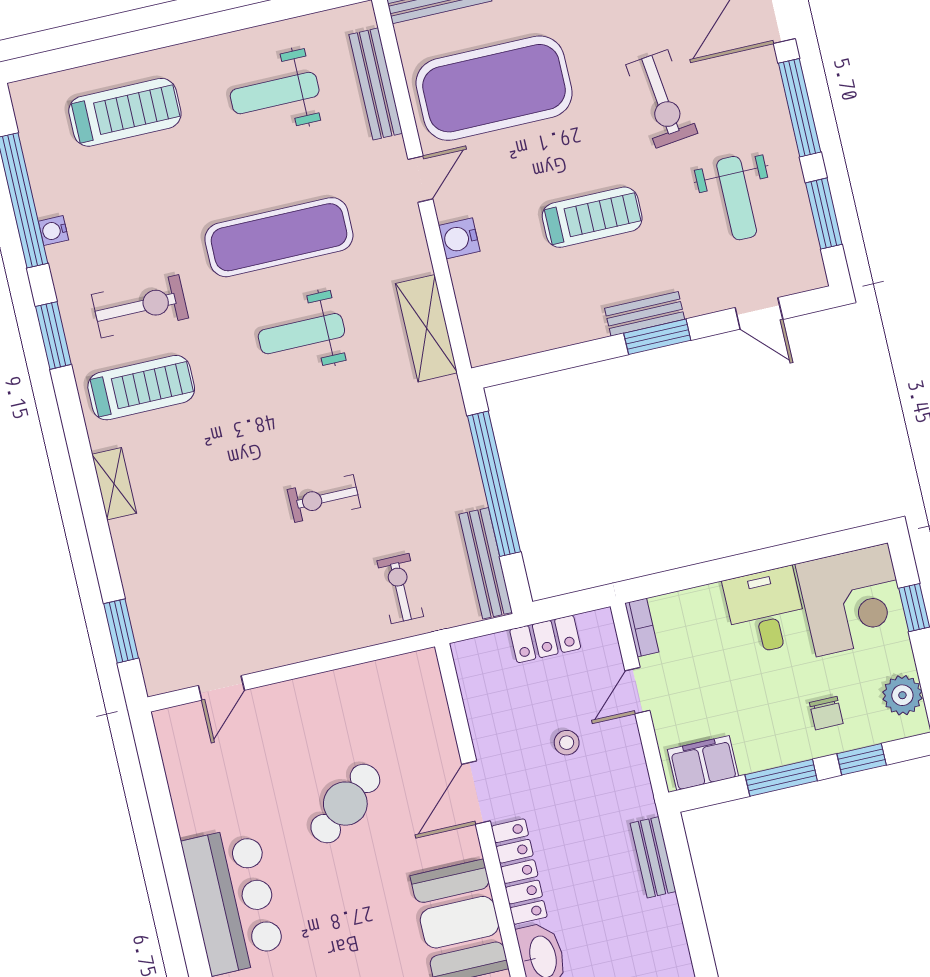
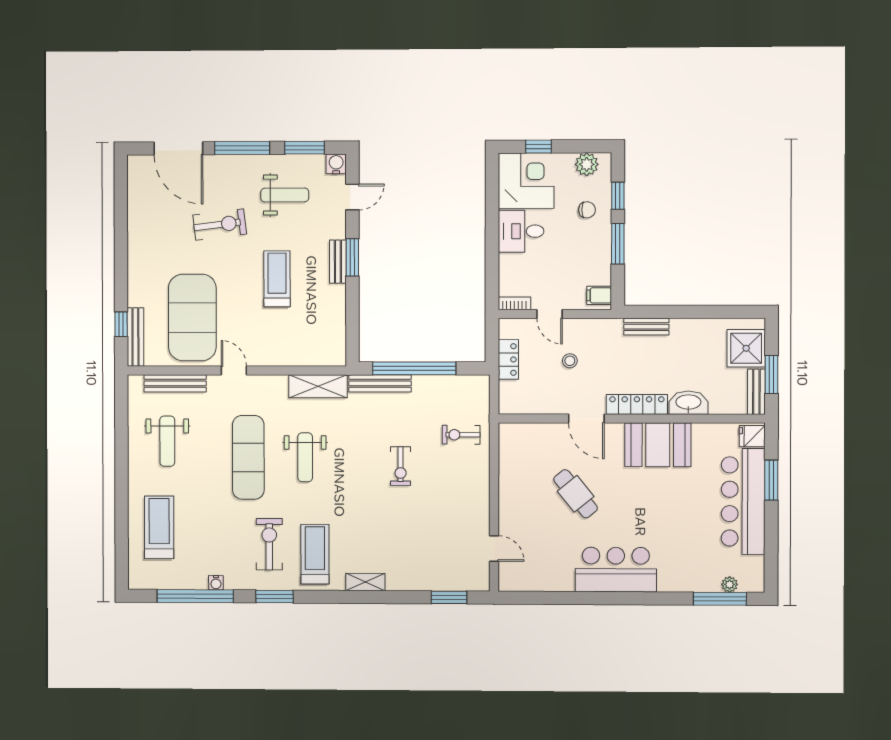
water cooler: (459, 238) -> (336, 164), moved, turned 180
bench: (486, 563) -> (380, 383), moved
filing cabinet: (703, 763) -> (599, 295), width x0.50

